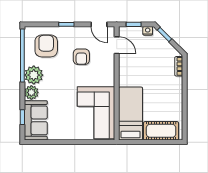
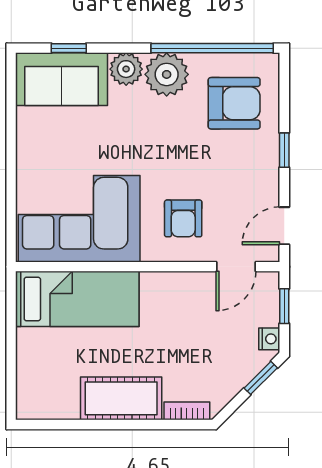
armchair: (81, 57) -> (183, 218), moved, turned -90
cot: (161, 131) -> (121, 398), moved, turned 90

